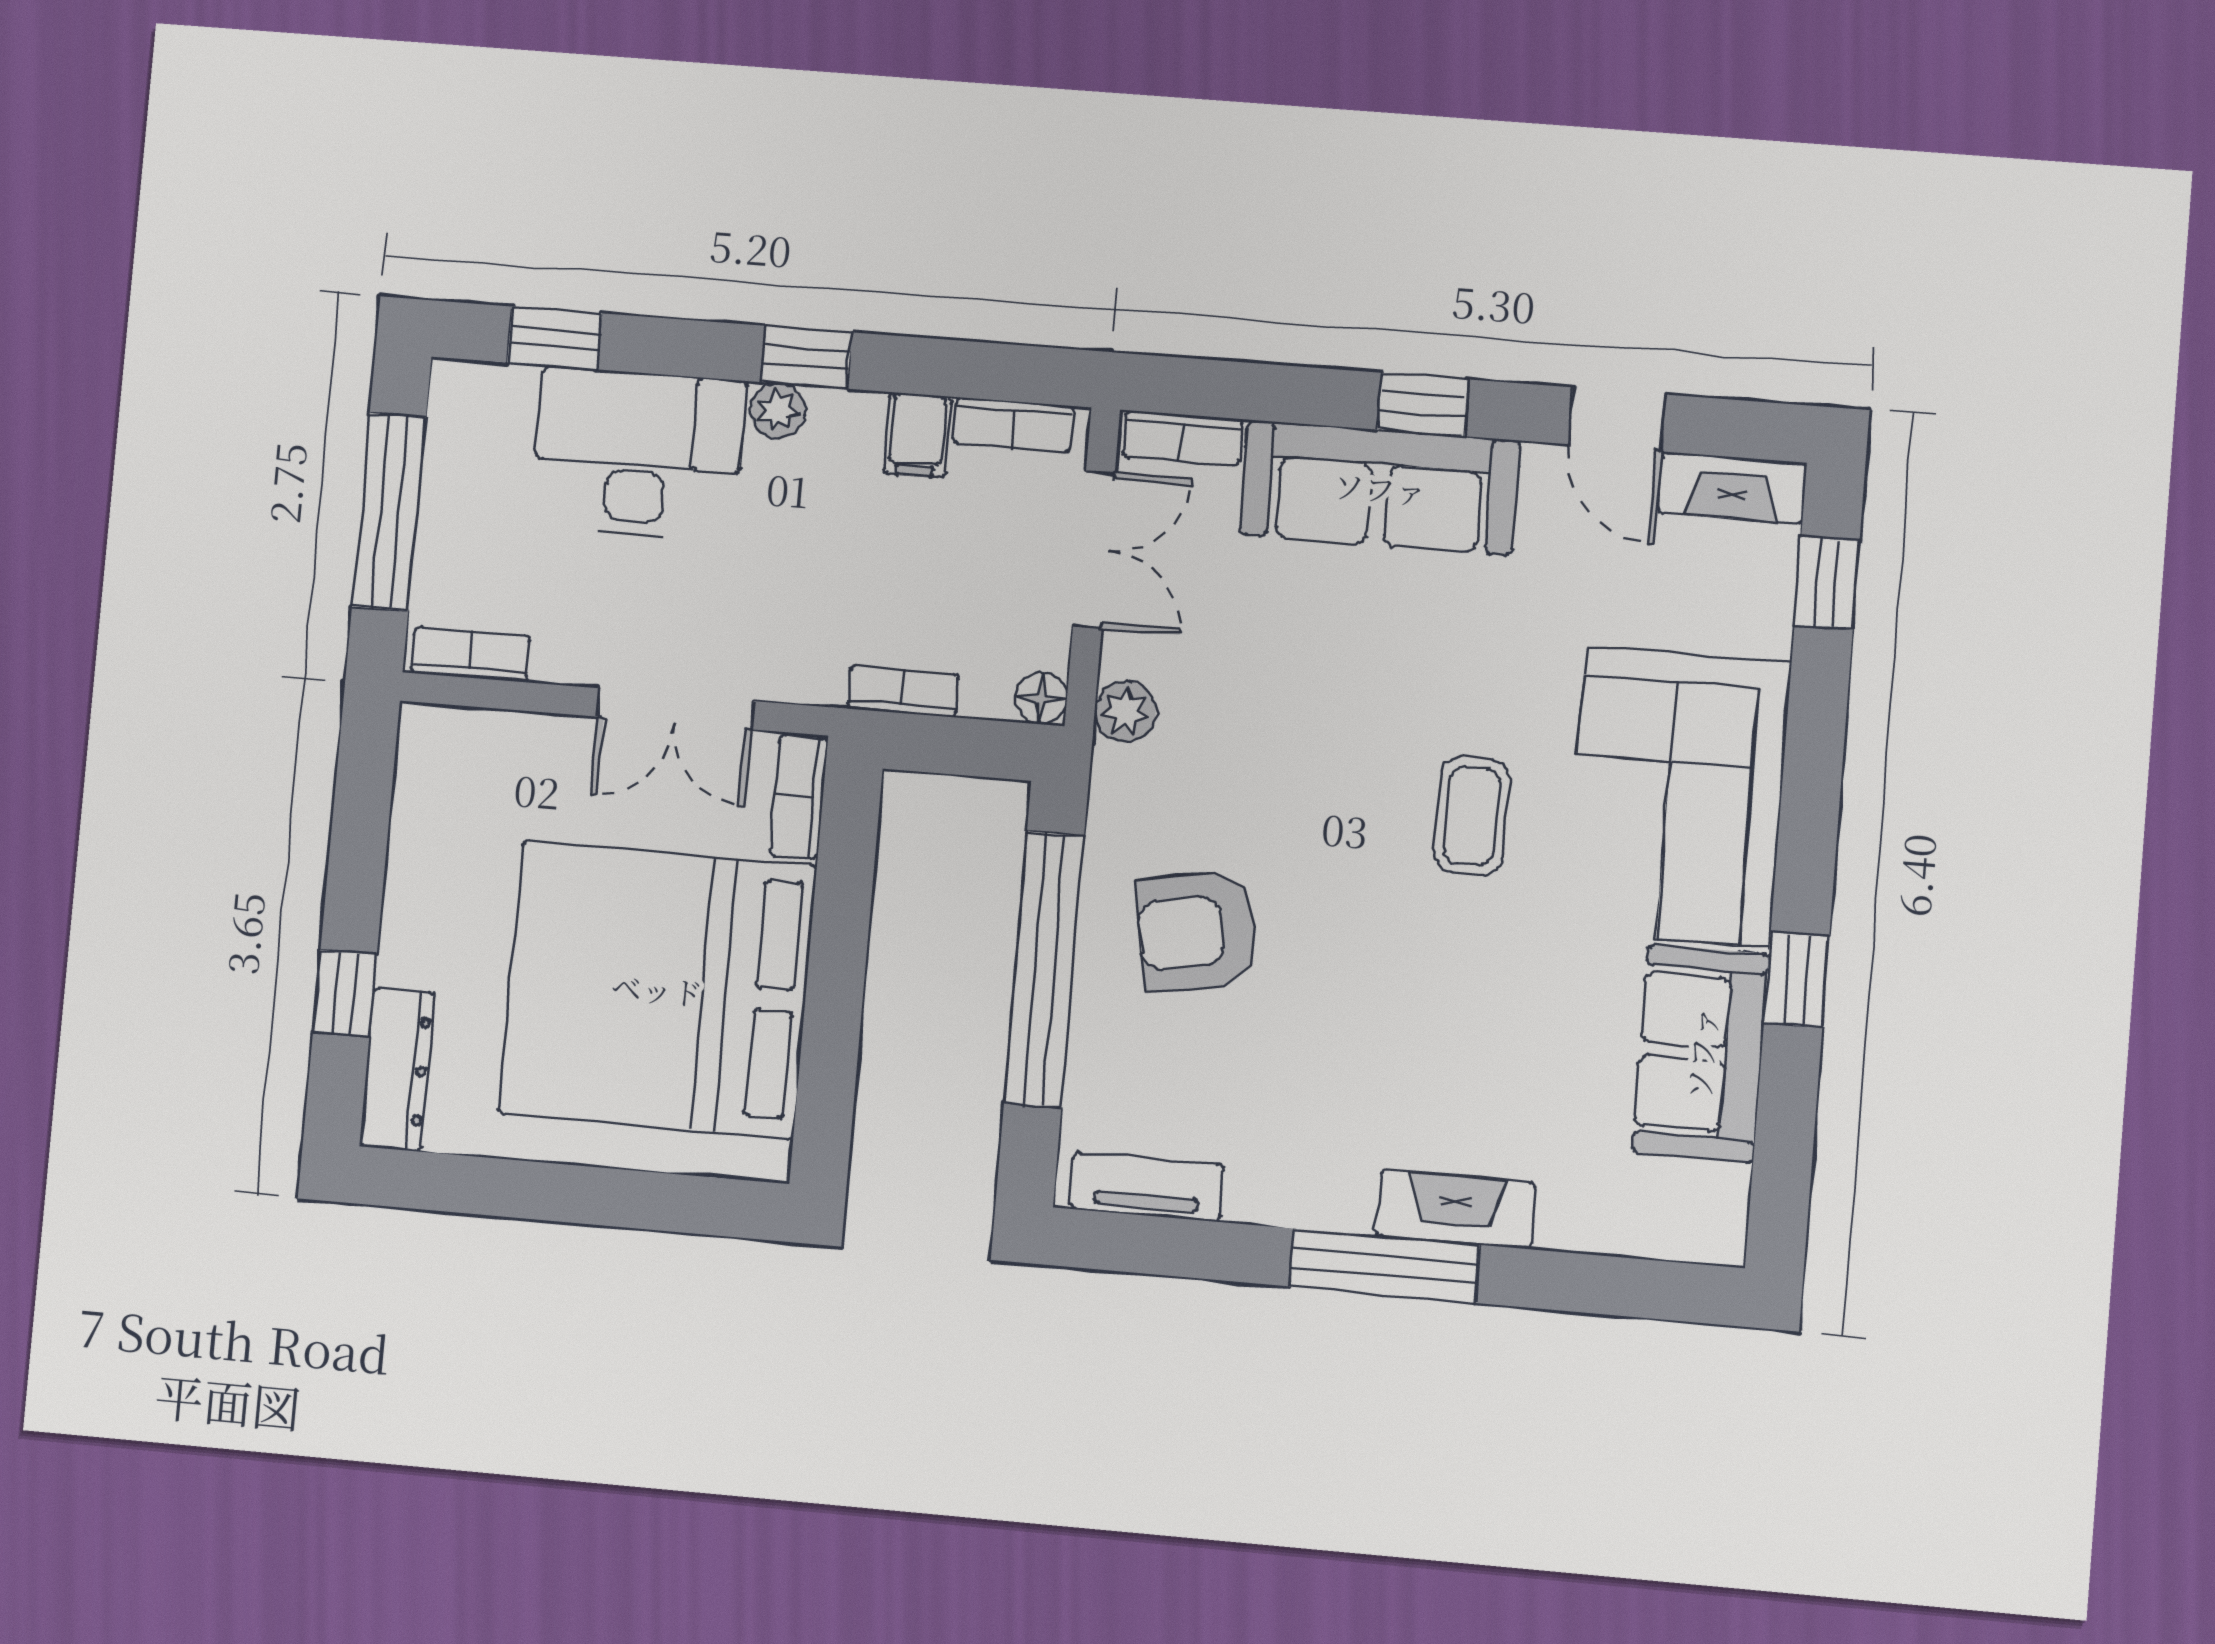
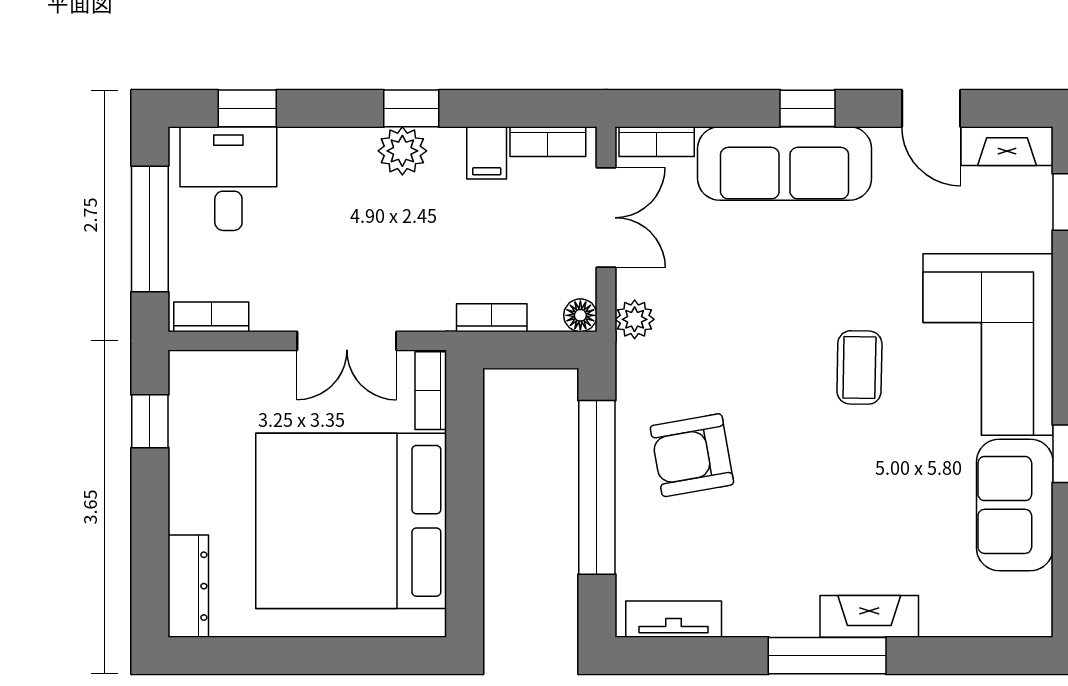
plant: (778, 411) -> (402, 151), width x1.38, depth x1.38
desk: (638, 453) -> (228, 179), moved, width x0.73
window: (345, 993) -> (150, 421), moved

